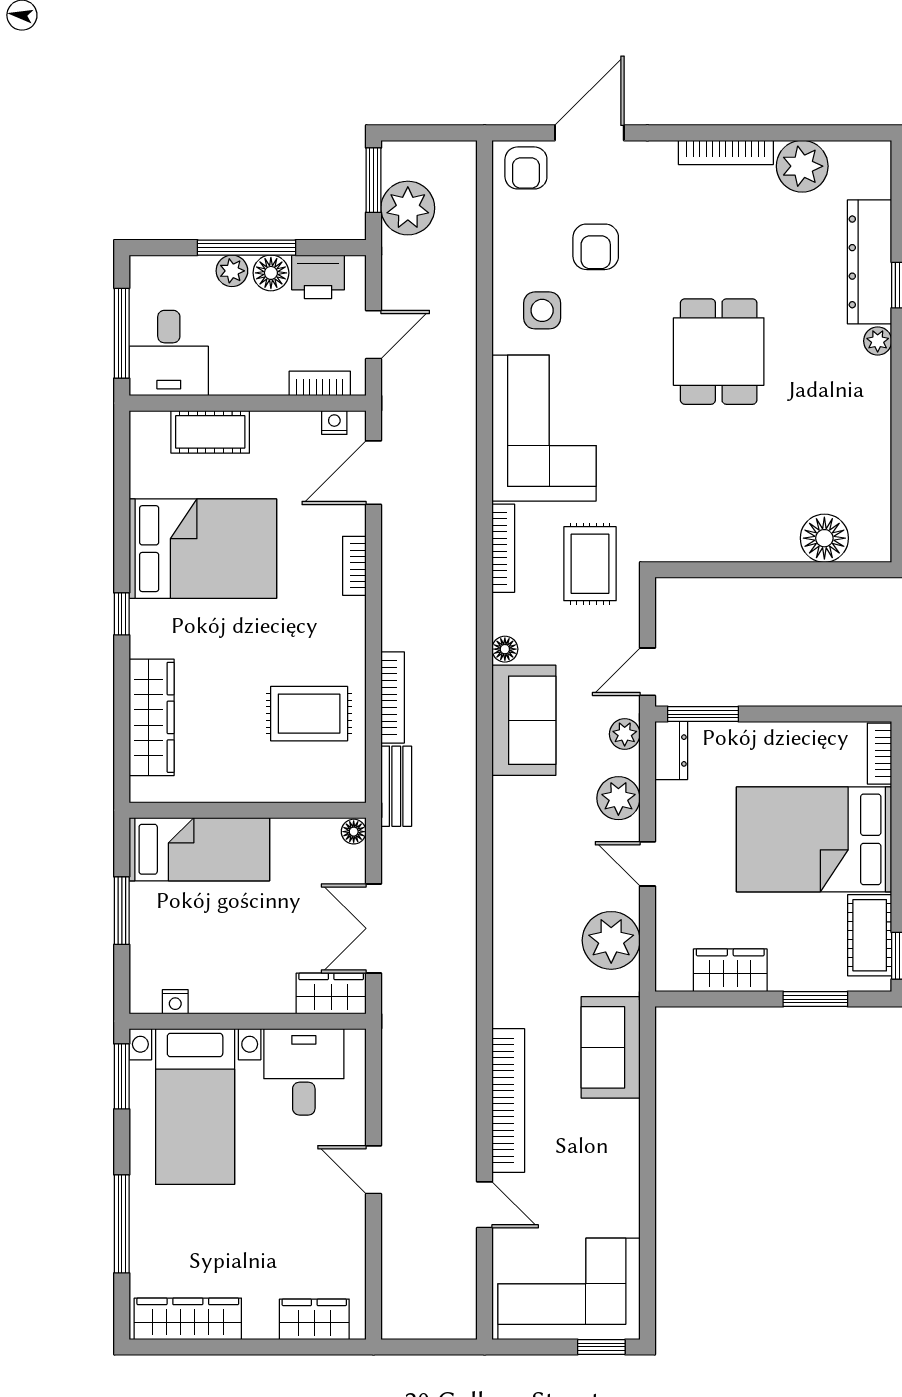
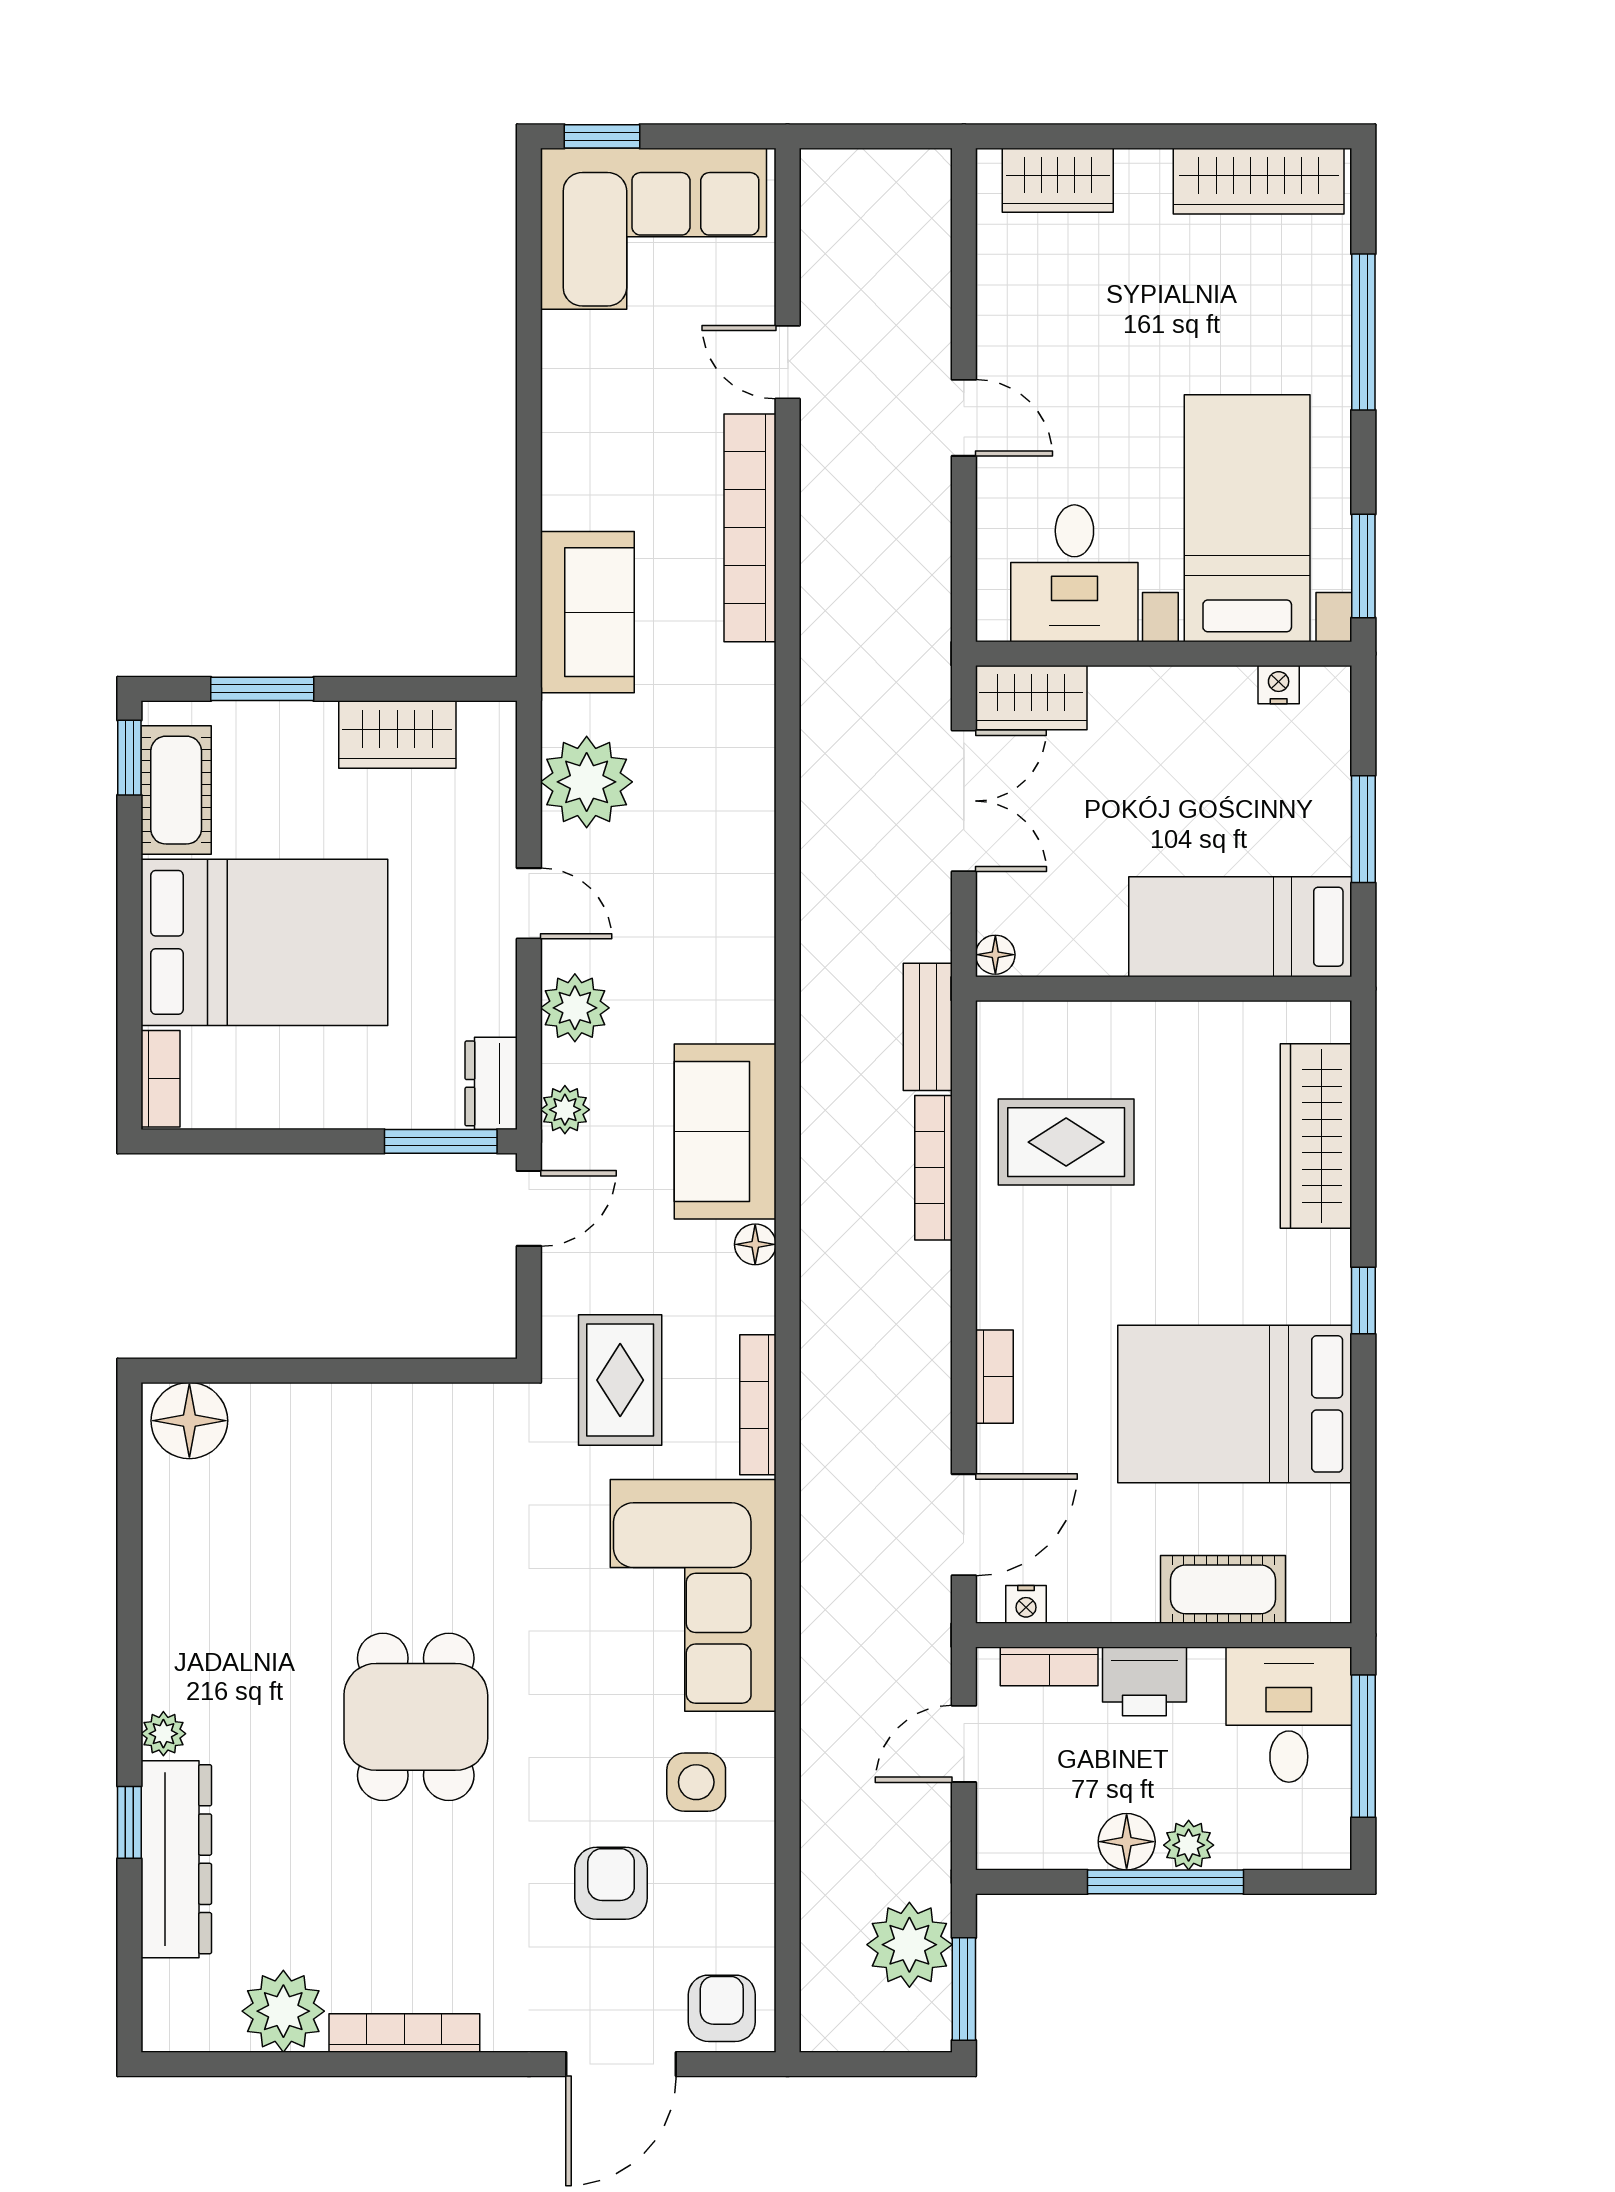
printer: (318, 277) -> (1144, 1681), moved, turned 180
floor lamp: (824, 538) -> (189, 1421), moved

